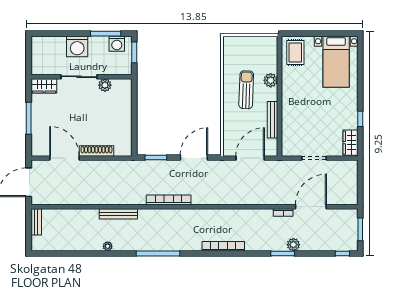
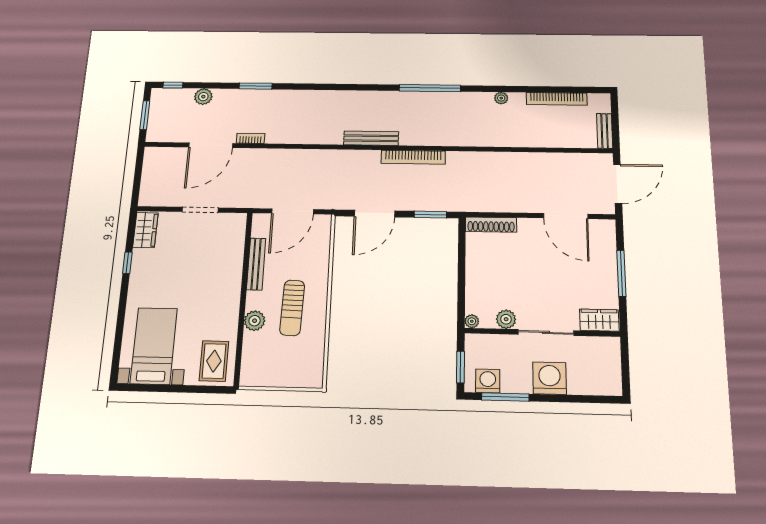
plant: (127, 83) -> (472, 321), added
shoe rack: (97, 151) -> (491, 225), moved
bench: (118, 214) -> (371, 138), moved
plant: (293, 245) -> (203, 97), moved
bookcase: (223, 246) -> (557, 99), moved

